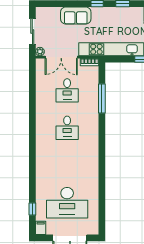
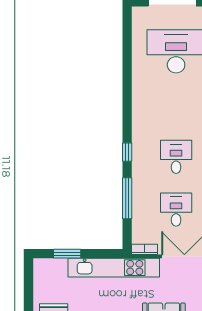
window: (102, 131) -> (127, 152), added

